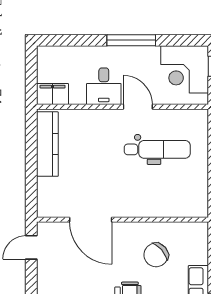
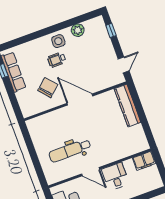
kitchen counter: (47, 144) -> (128, 105), moved
door: (91, 220) -> (80, 100), moved

